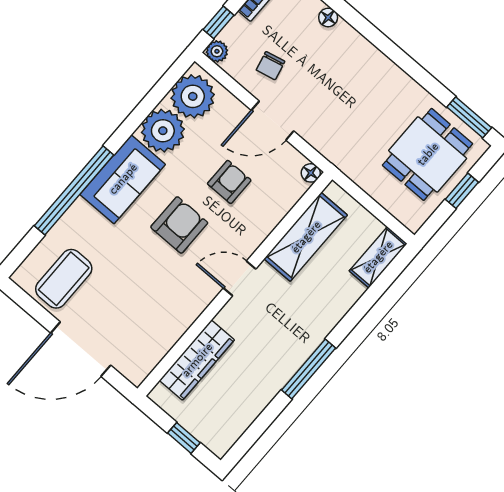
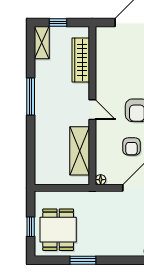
window: (469, 117) -> (83, 260), moved
shelving: (378, 257) -> (42, 43), moved
door: (240, 278) -> (92, 110), hinge flipped

